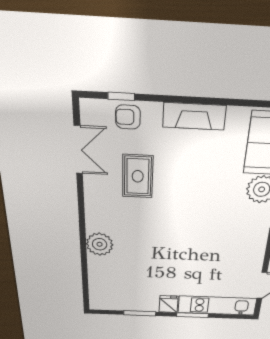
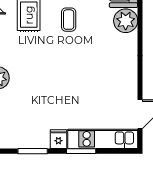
coffee table: (189, 185) -> (69, 20), added

